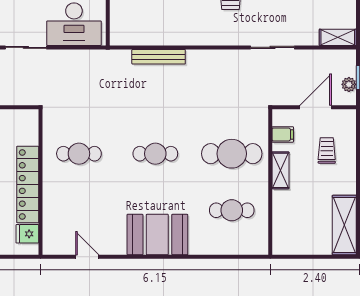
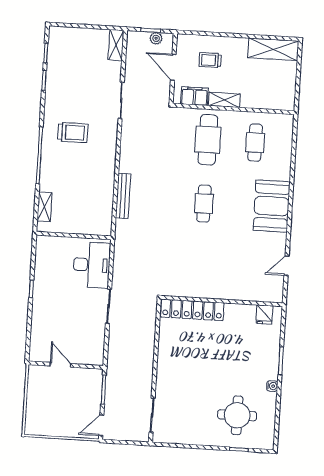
filing cabinet: (283, 134) -> (194, 96), width x2.00
cafe table: (79, 154) -> (200, 267), removed
locker: (28, 184) -> (192, 310), moved

